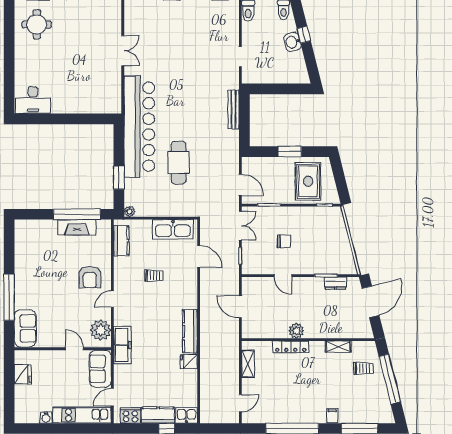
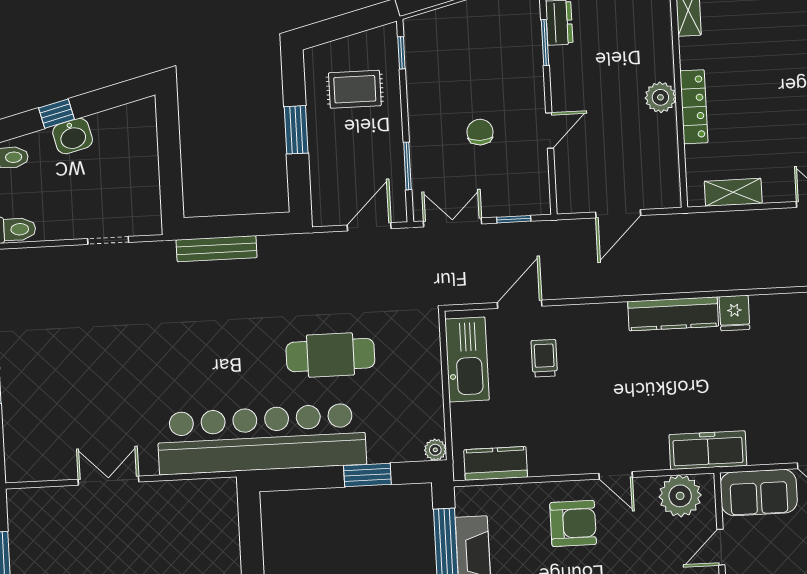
rug: (308, 181) -> (355, 89), width x0.73, depth x0.70
trolley: (154, 276) -> (544, 358), moved

